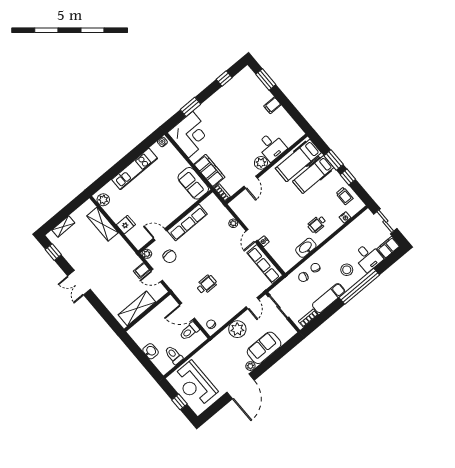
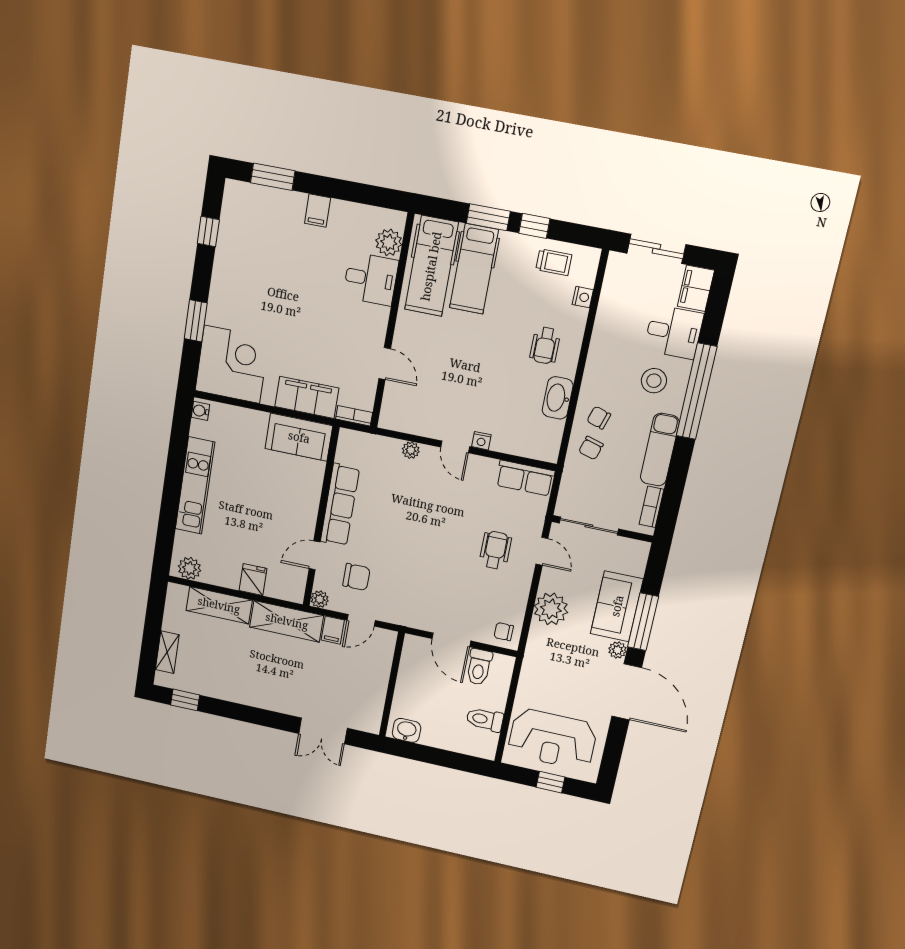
plant: (261, 163) -> (389, 242), moved
row of seats: (265, 264) -> (525, 478), width x0.68
double door: (79, 283) -> (323, 731), moved
wheelchair: (207, 284) -> (495, 550), moved
shelving: (137, 308) -> (287, 621), moved, turned 90
door: (187, 312) -> (451, 640), hinge flipped
washbasin: (151, 351) -> (407, 730), moved
window: (269, 362) -> (643, 622), added

